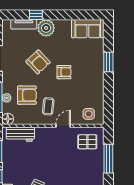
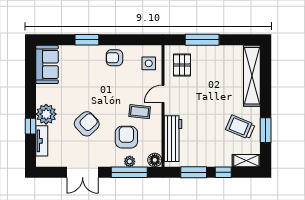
armchair: (64, 72) -> (114, 58), moved, turned -90
door: (63, 126) -> (163, 94), hinge flipped
workbench: (20, 134) -> (173, 139), width x1.38

